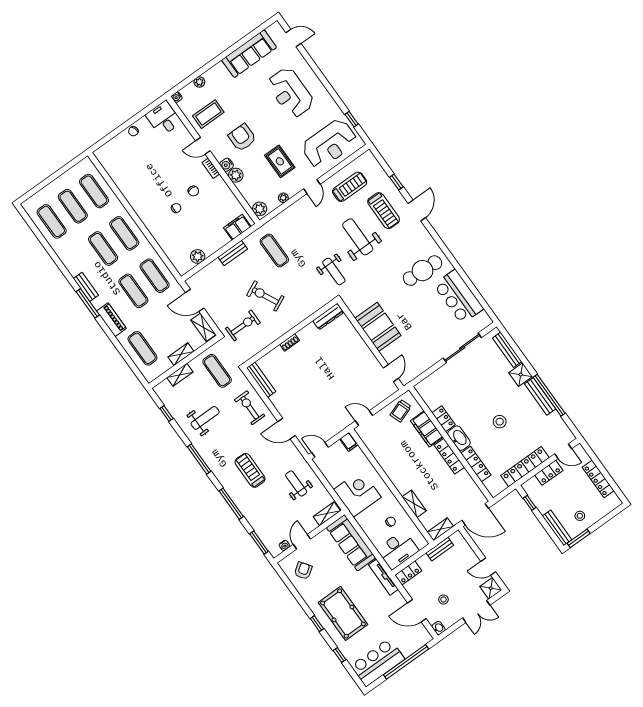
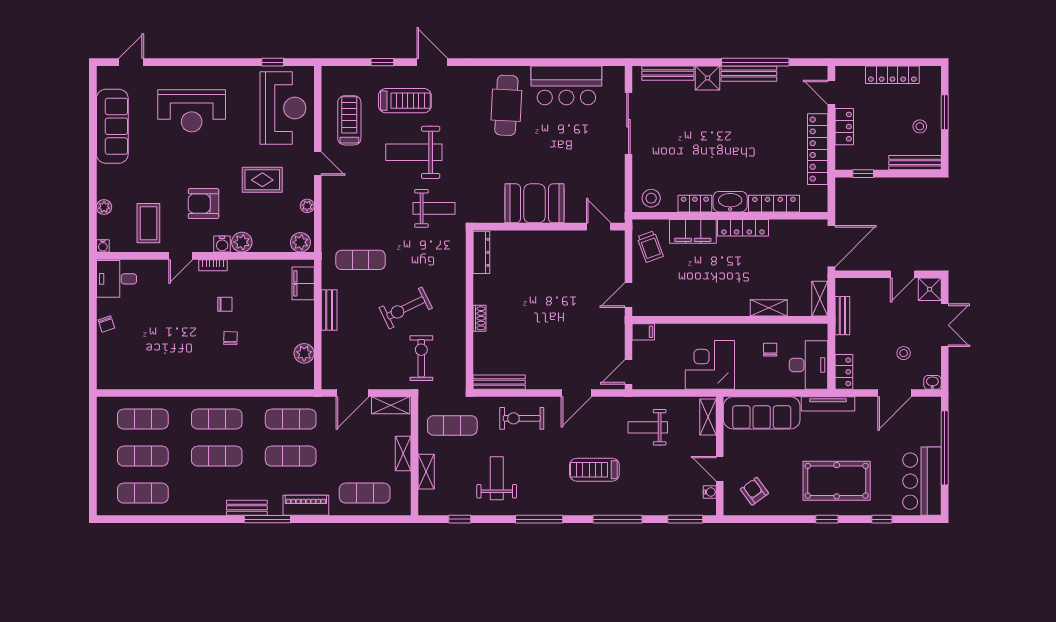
stool: (500, 422) -> (651, 198), moved
door: (563, 451) -> (831, 92), swing flipped
window: (579, 538) -> (945, 112), moved

